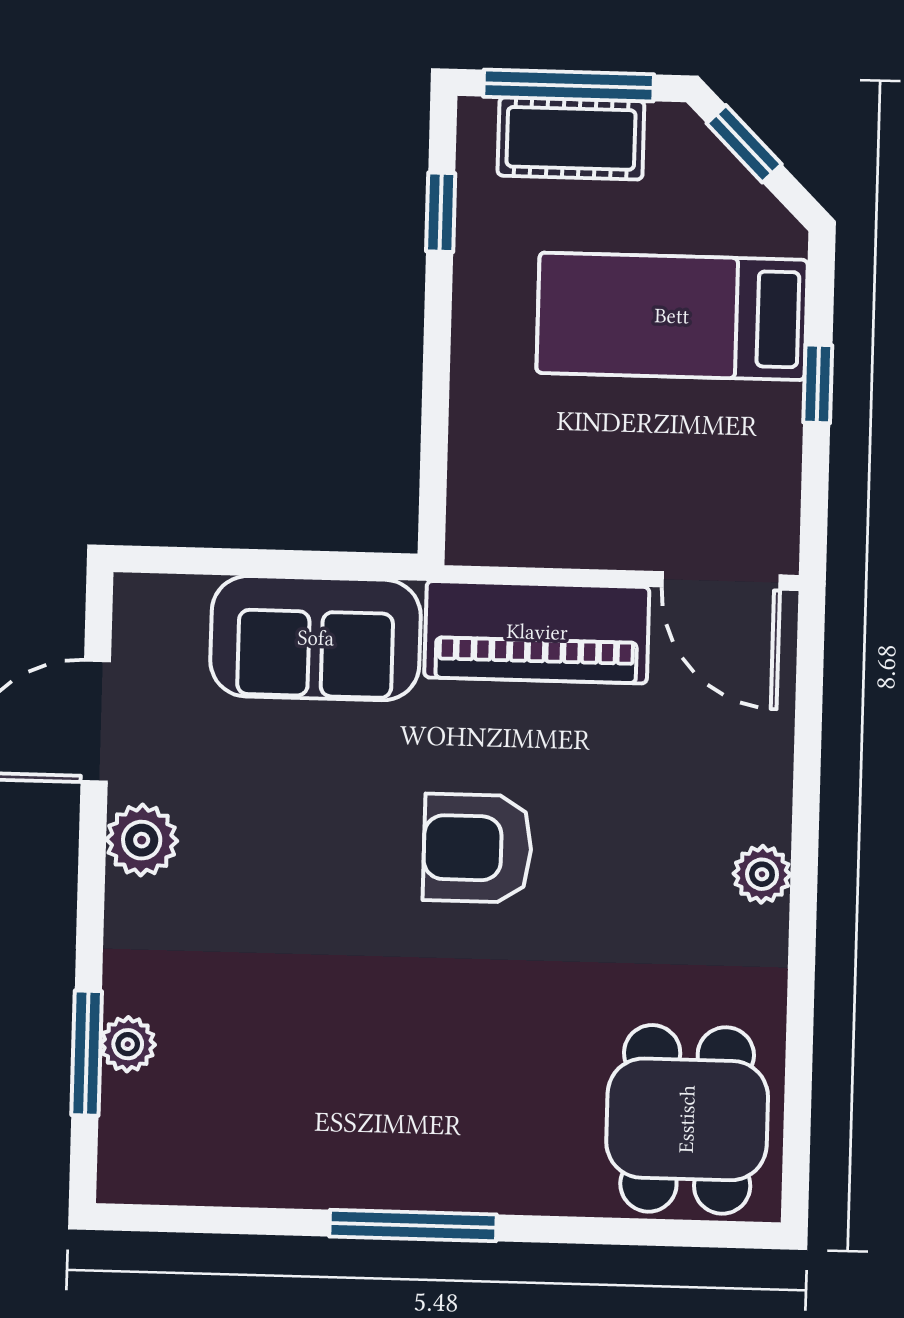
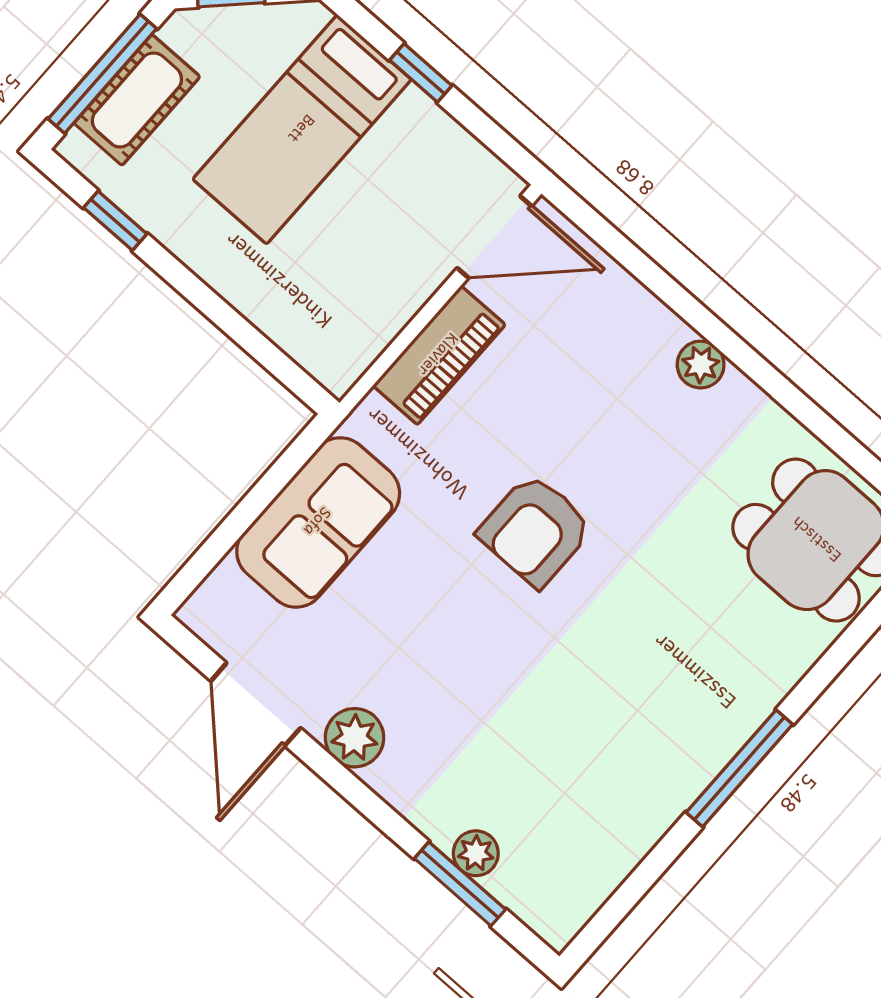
piano: (537, 632) -> (439, 355), width x0.73, depth x0.75

